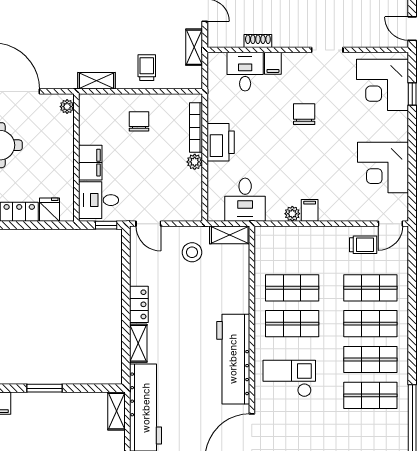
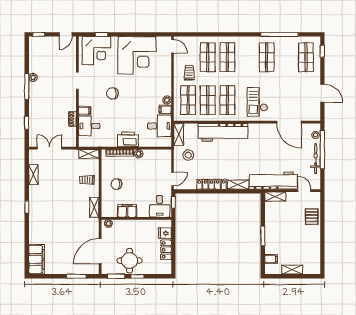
shelving: (194, 47) -> (89, 154), moved
filing cabinet: (90, 163) -> (127, 211), moved
corner desk: (383, 168) -> (137, 55), width x1.36, depth x1.36
filing cabinet: (310, 210) -> (165, 110), moved
trolley: (363, 245) -> (189, 73), moved
locker: (139, 304) -> (212, 184), width x1.53
workbench: (233, 359) -> (223, 132), moved
shop shelf: (370, 360) -> (188, 100), moved

